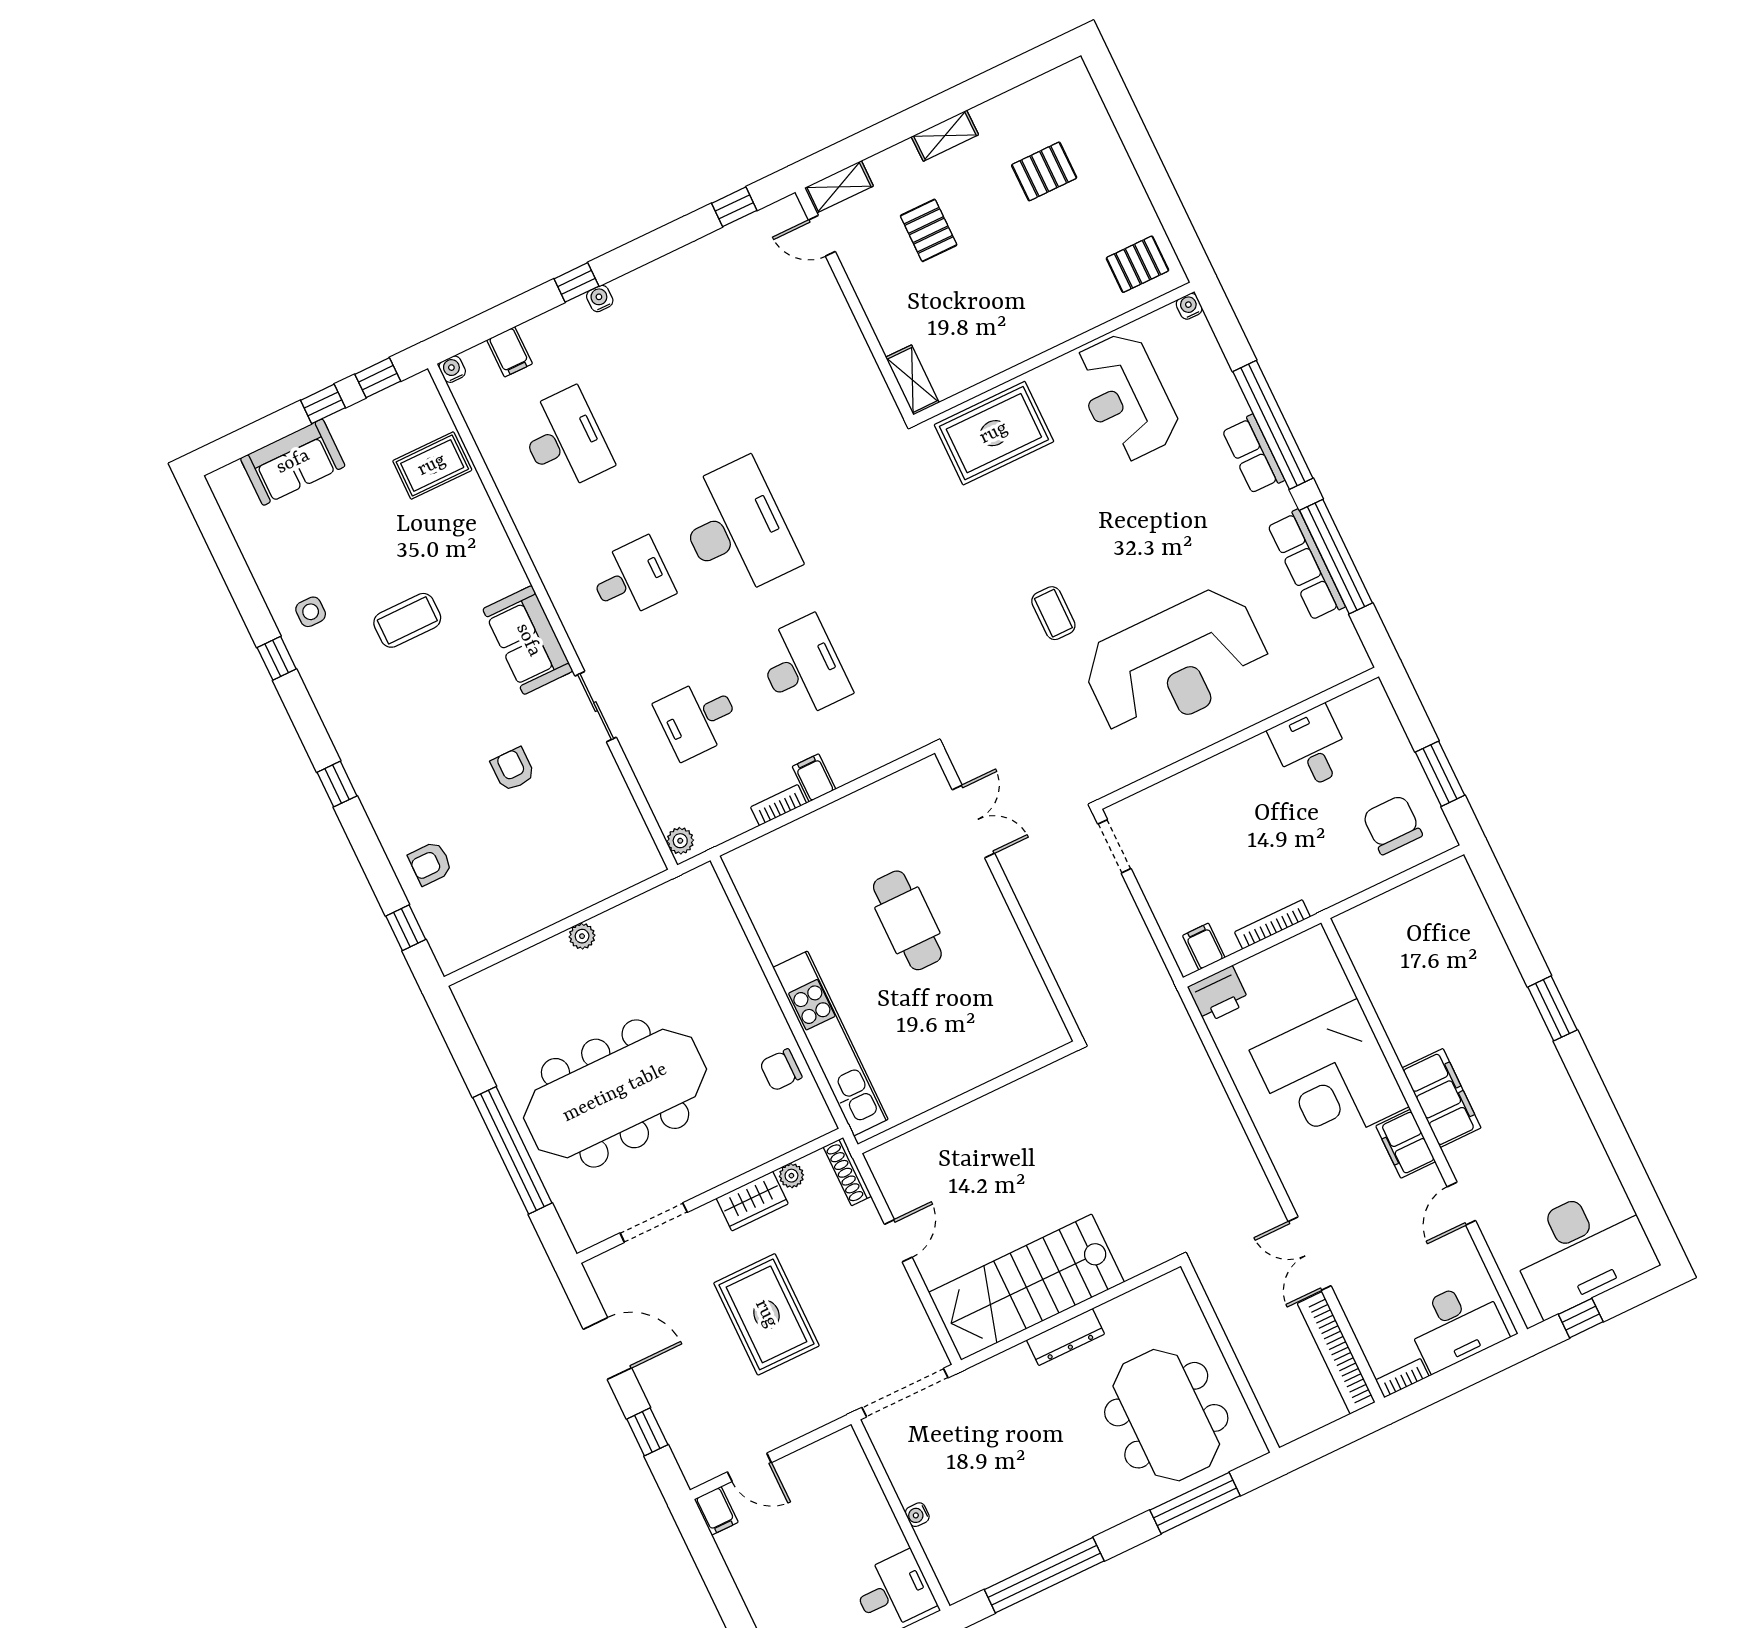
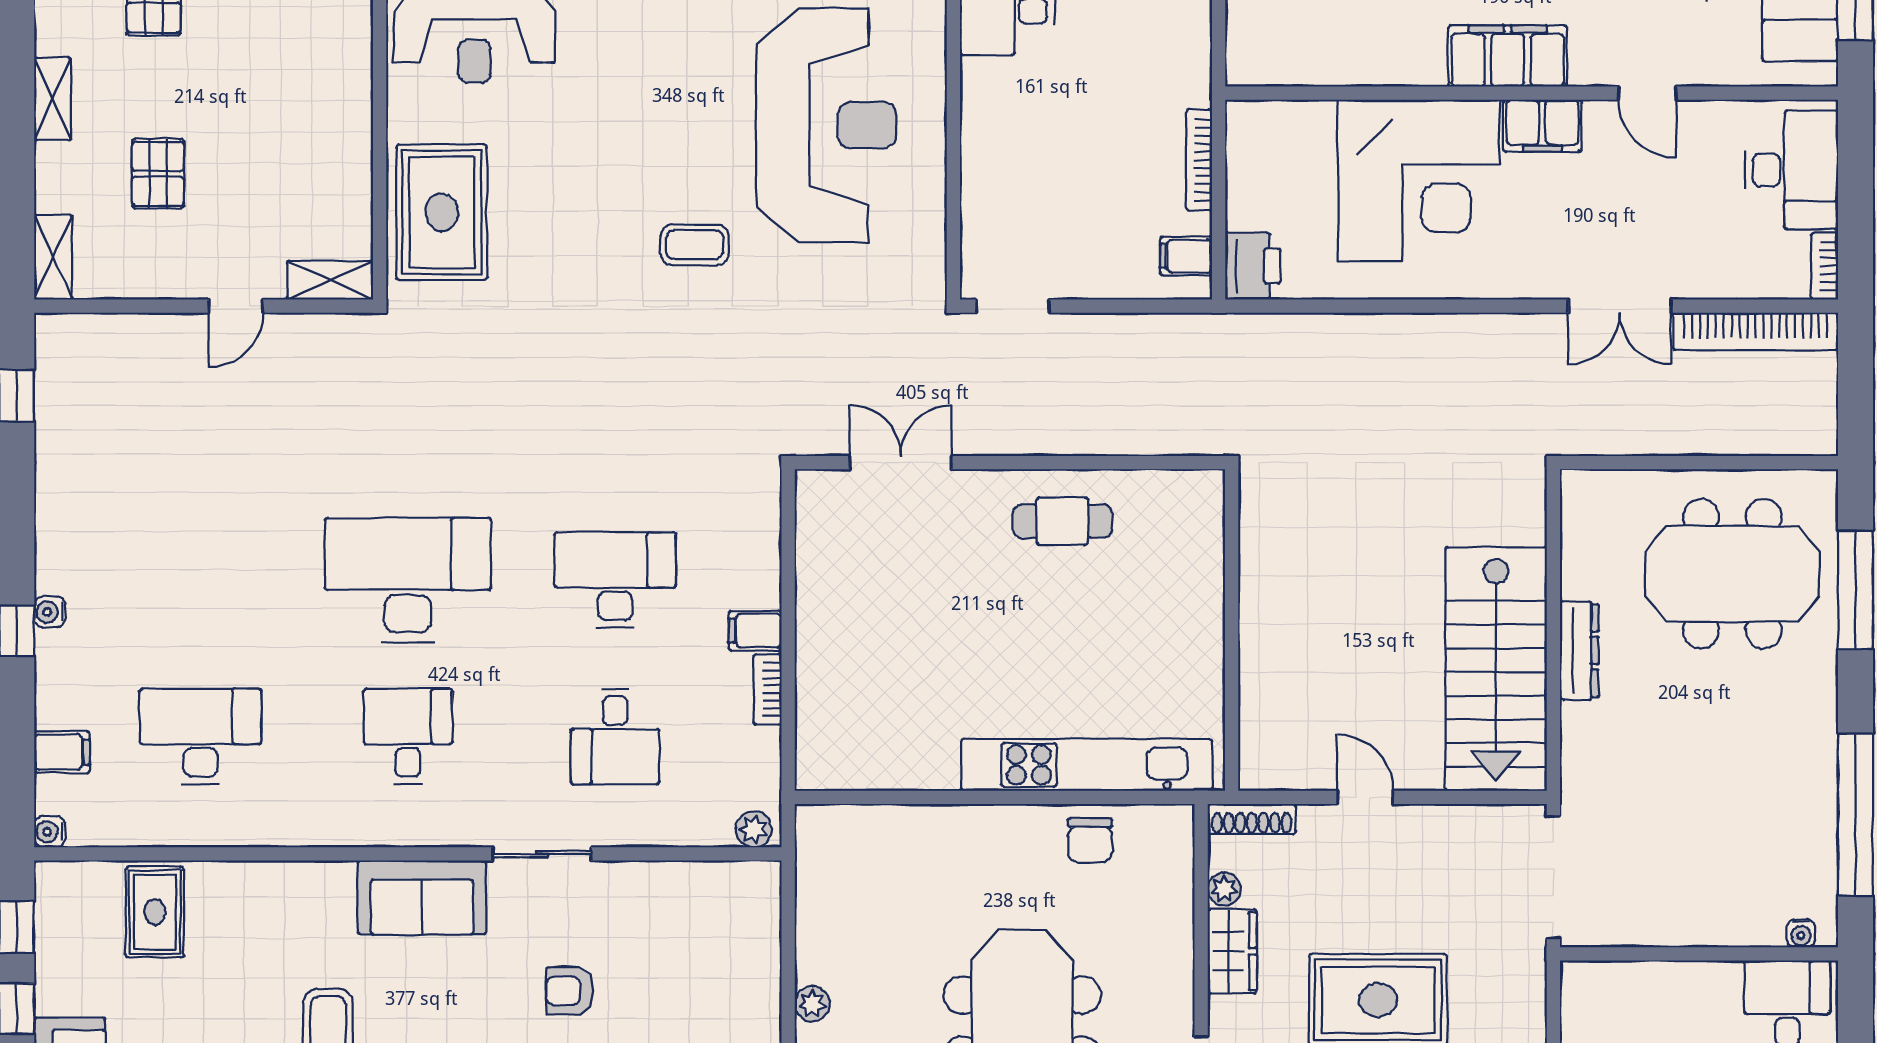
pallet: (929, 230) -> (158, 174), turned 90
door: (822, 236) -> (236, 306), moved
cafe table: (907, 920) -> (1062, 521), moved, width x0.73, depth x0.74
water cooler: (917, 1515) -> (1801, 933), moved

